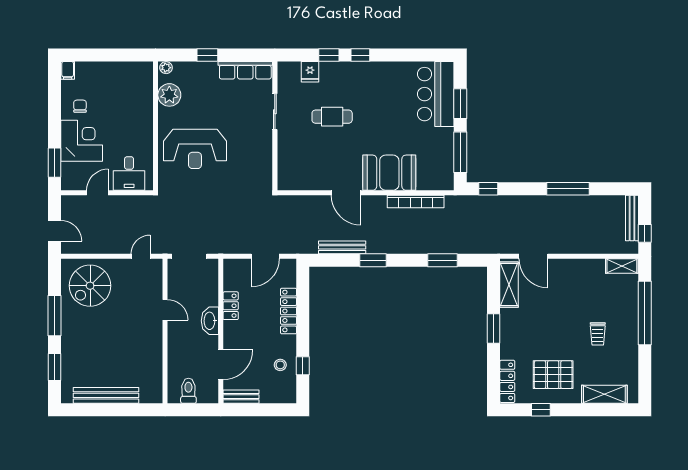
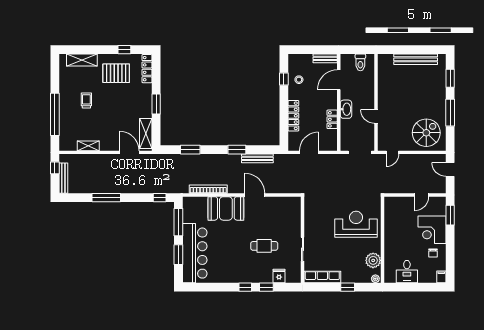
bar counter: (436, 94) -> (195, 253), width x1.36
desk: (129, 173) -> (407, 272), moved, turned 180
shelving: (622, 266) -> (88, 146), moved

